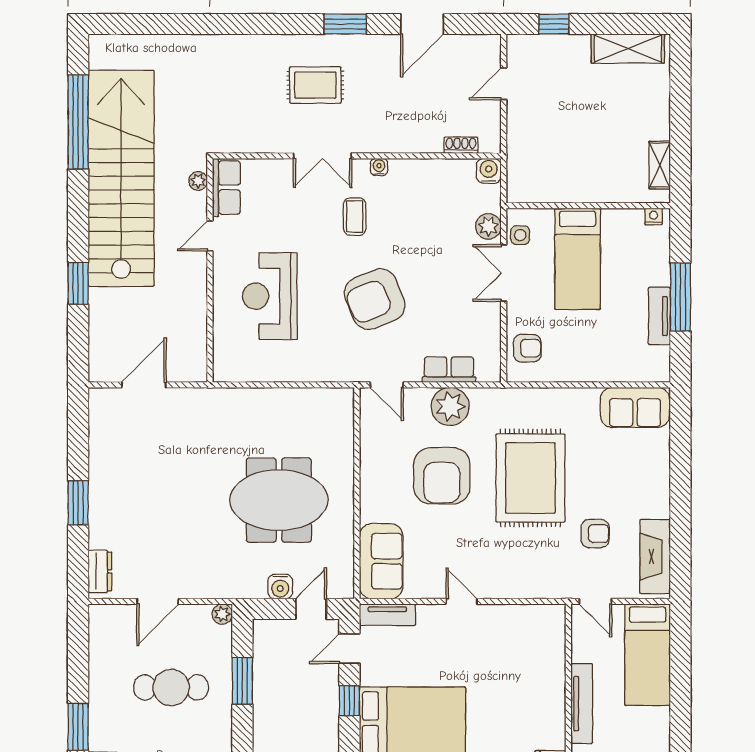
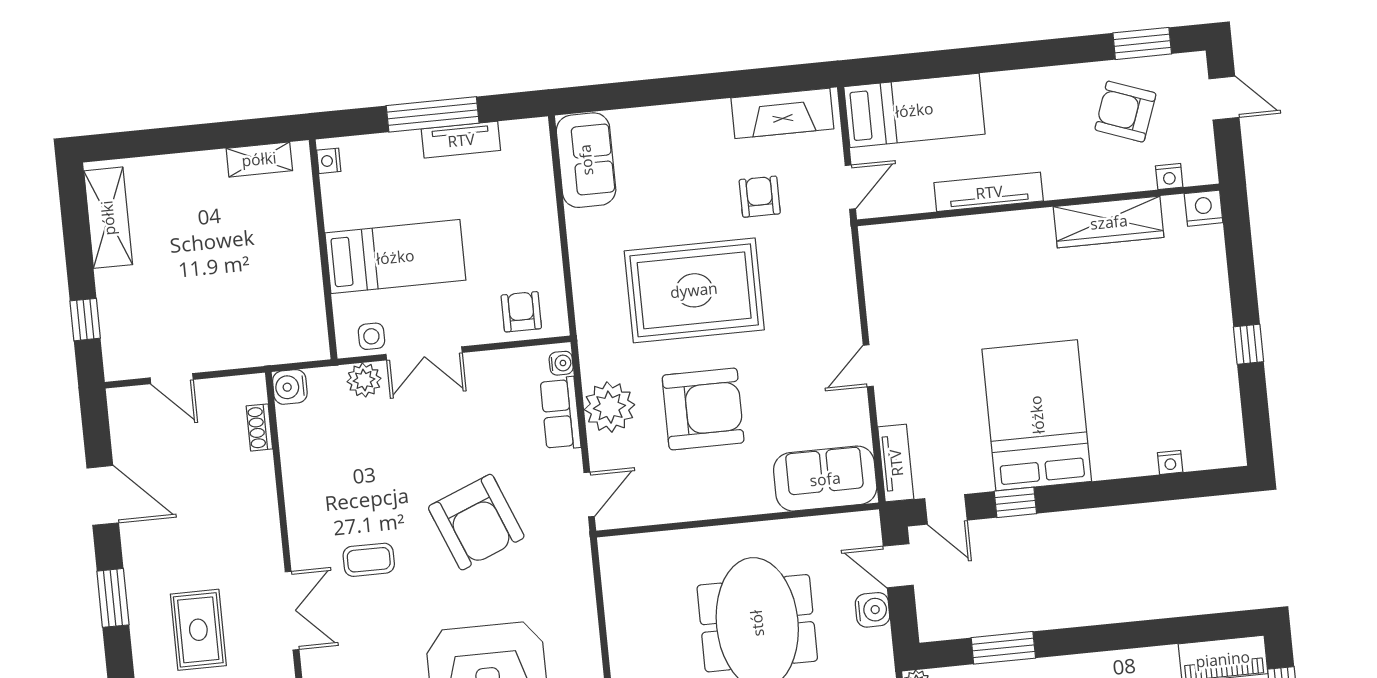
water cooler: (379, 167) -> (561, 363), moved, turned 180

